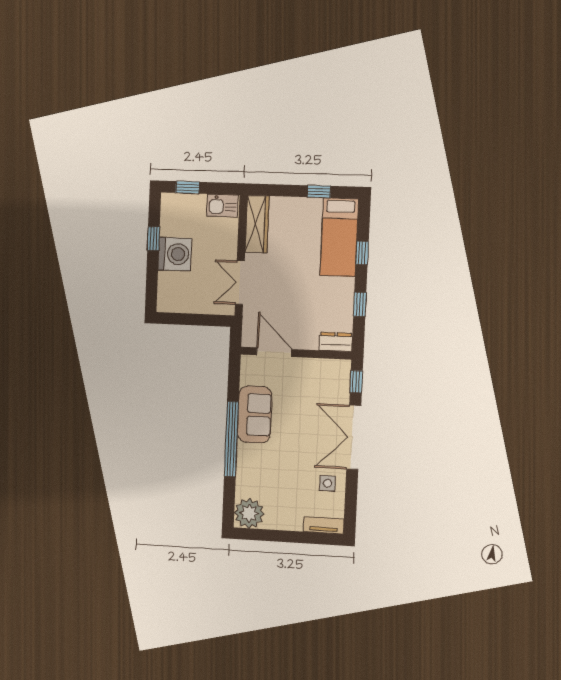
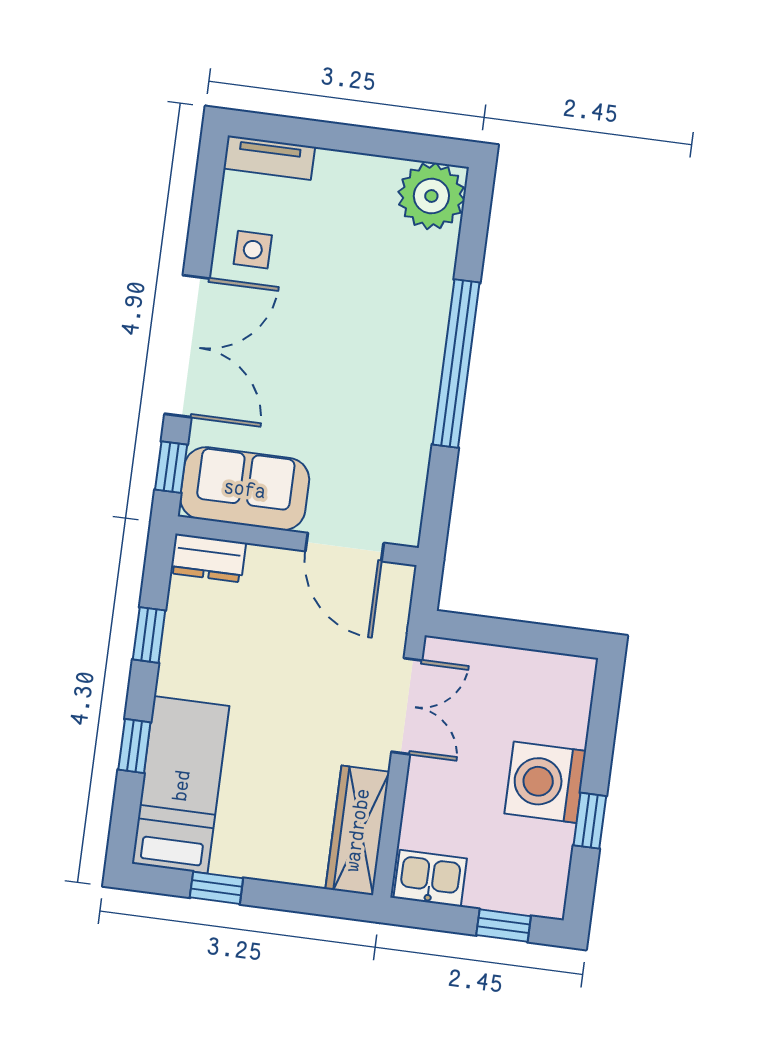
sofa: (255, 415) -> (245, 489), moved, turned 90

